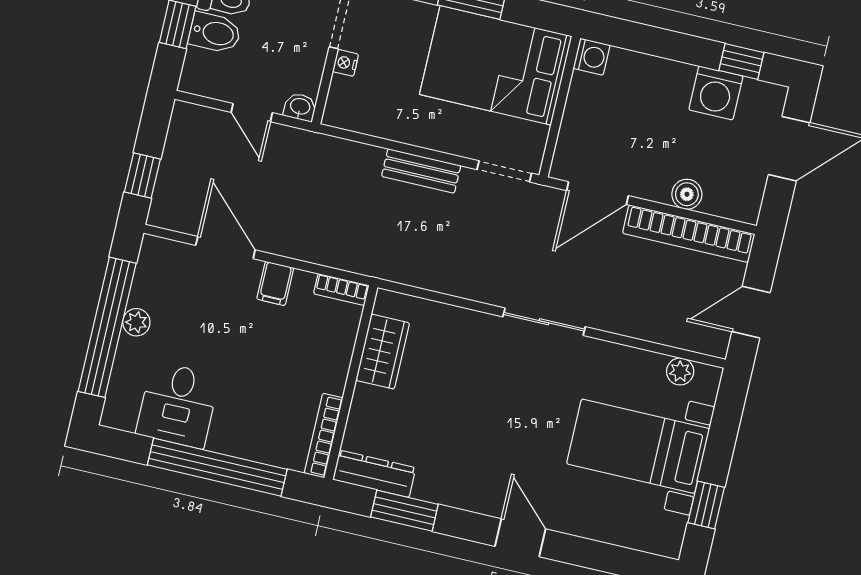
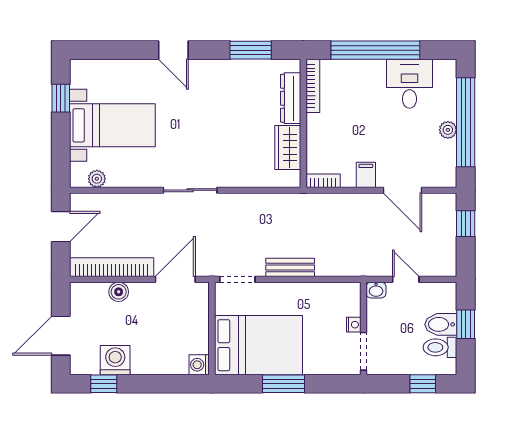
dresser: (374, 474) -> (291, 98), moved, turned 90

